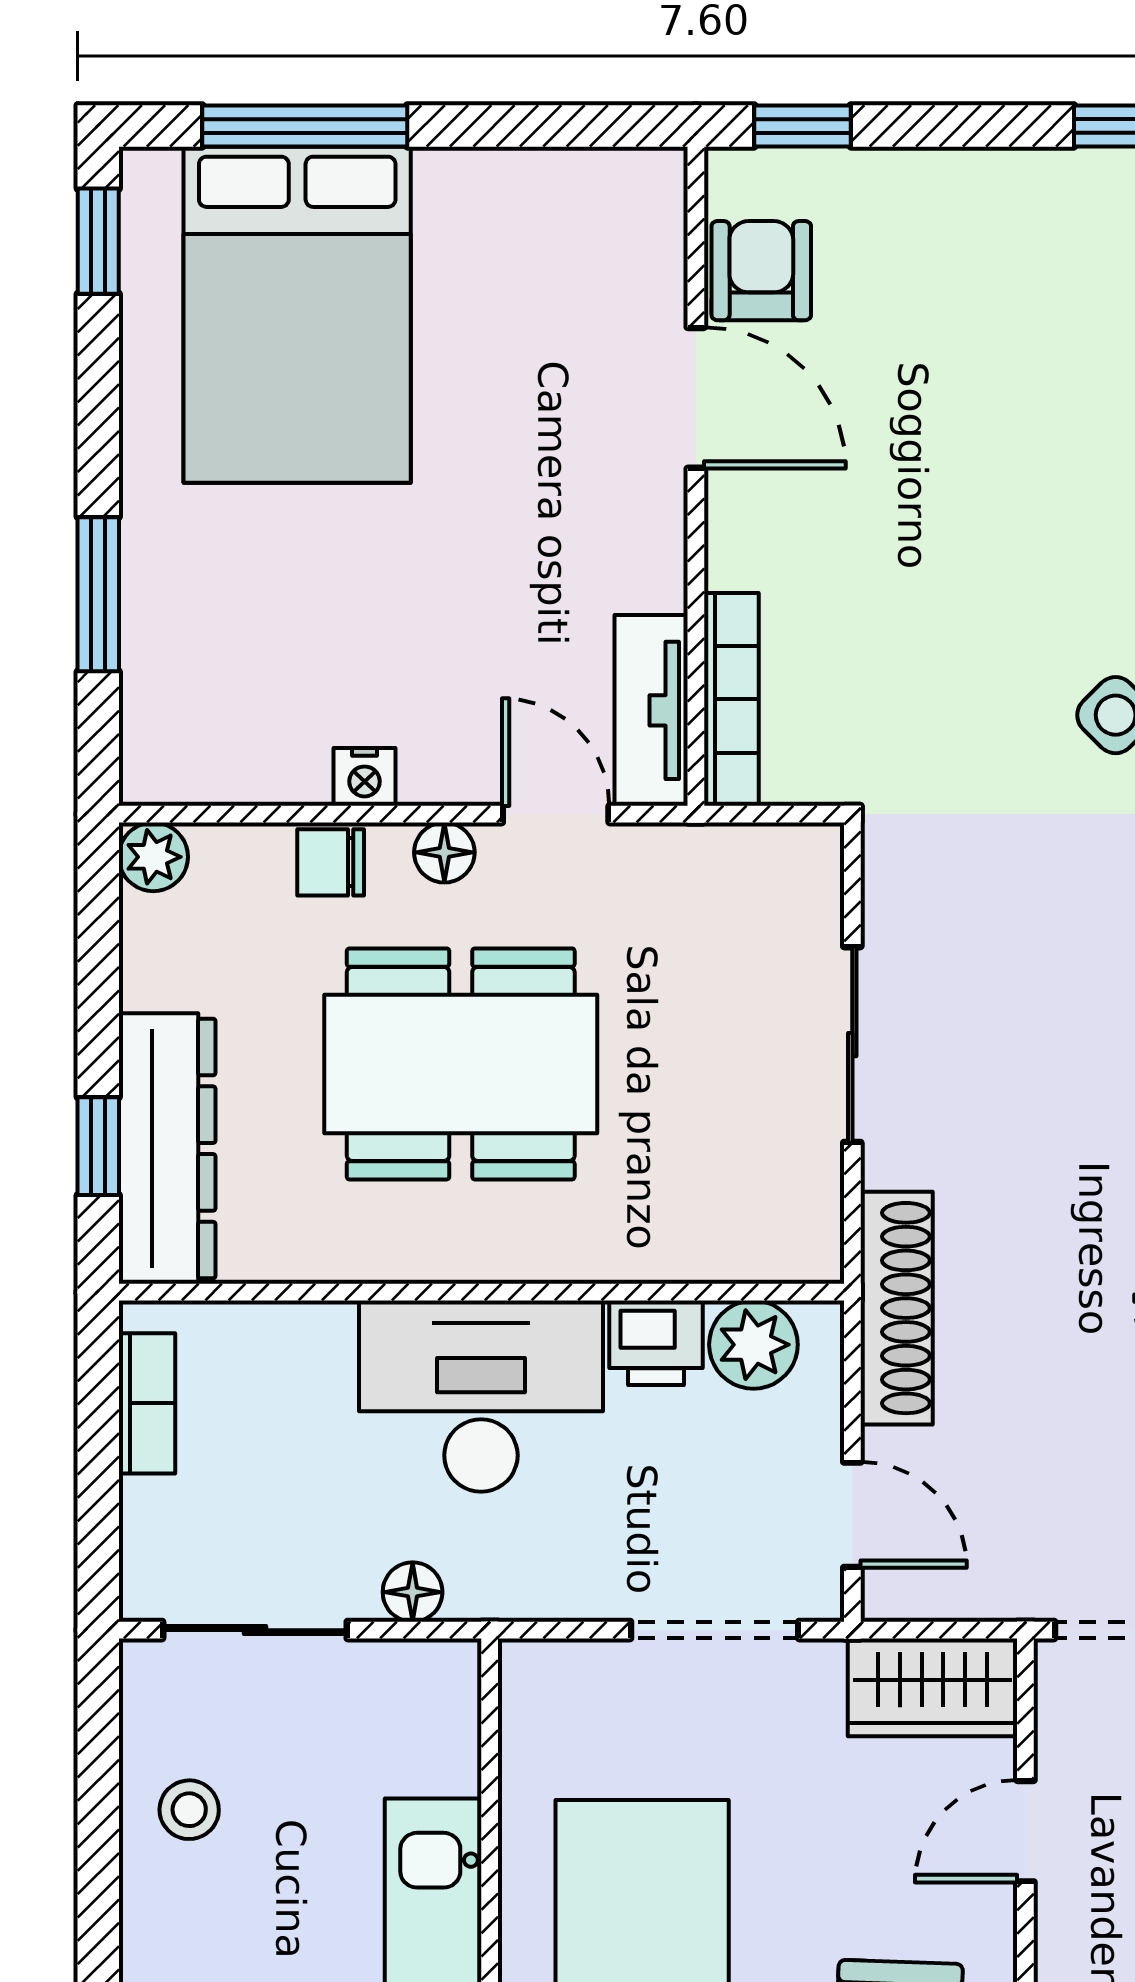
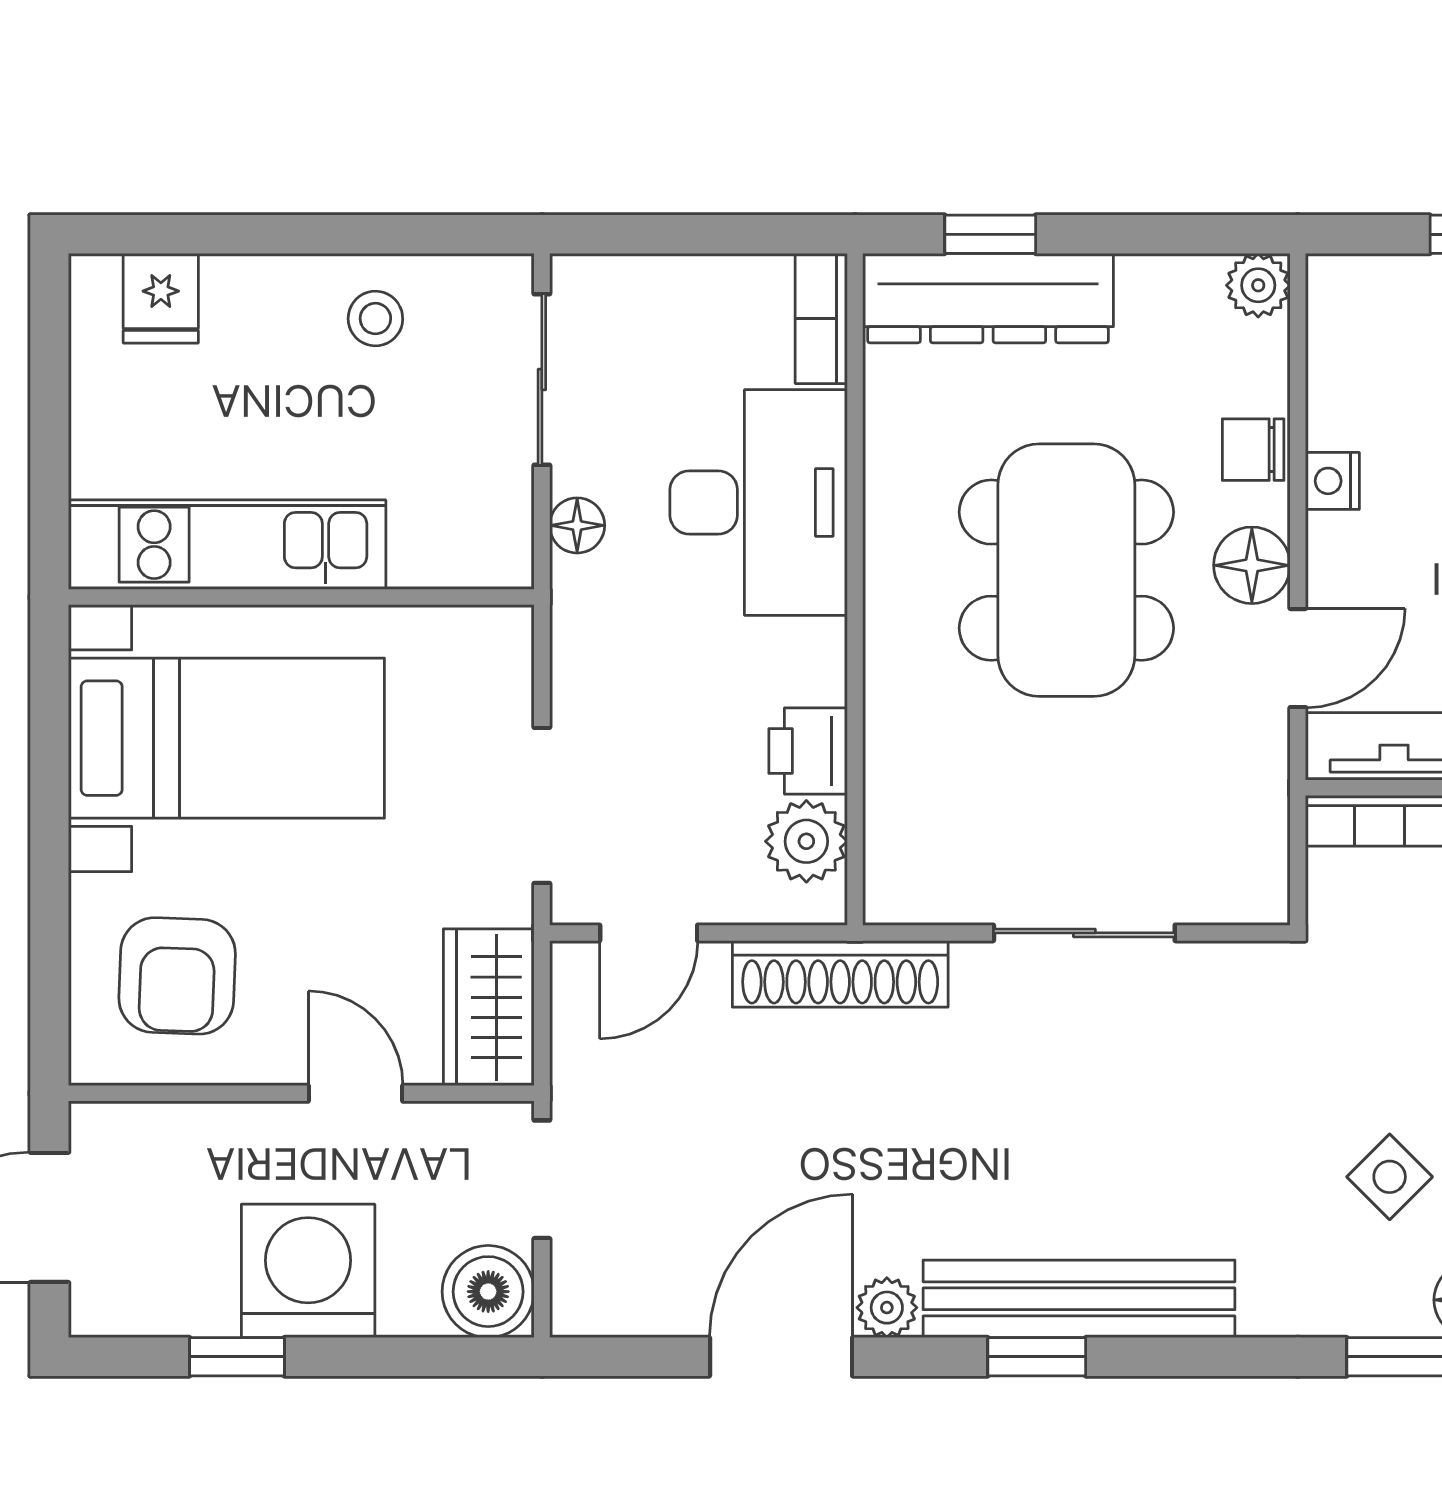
floor lamp: (444, 852) -> (1252, 565), width x1.37, depth x1.37
chair: (331, 862) -> (1253, 450), turned -90
desk: (481, 1396) -> (759, 502), moved
bookcase: (147, 1403) -> (821, 318), moved, turned 90

